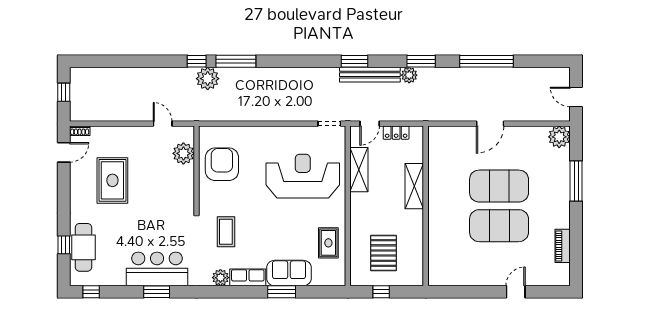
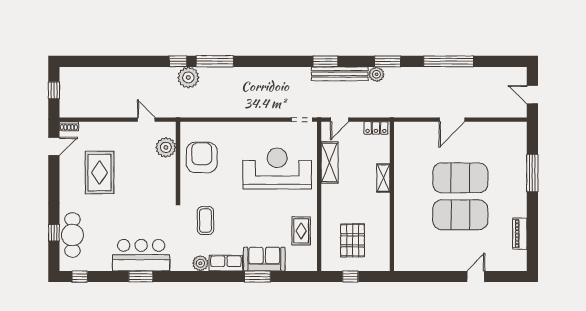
locker: (396, 133) -> (376, 128), moved
plant: (559, 137) -> (517, 132), removed
shelving: (414, 186) -> (383, 178), width x0.67, depth x0.75

